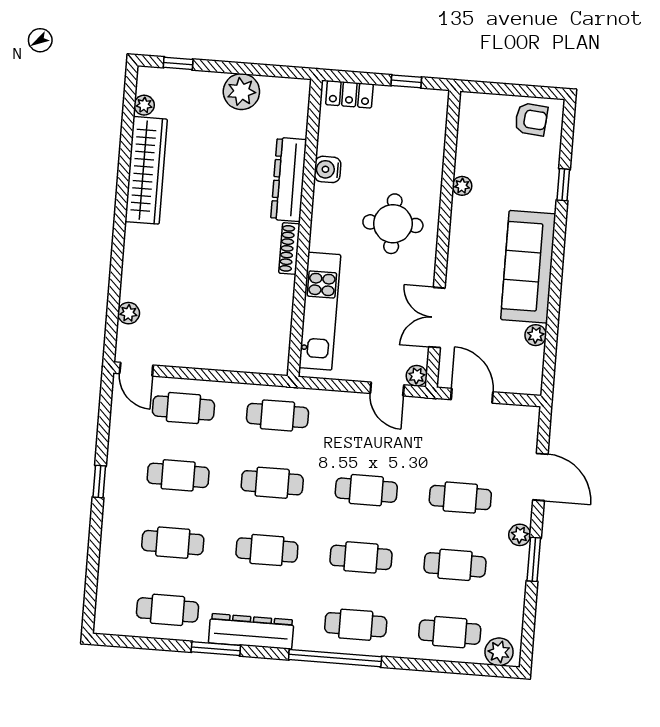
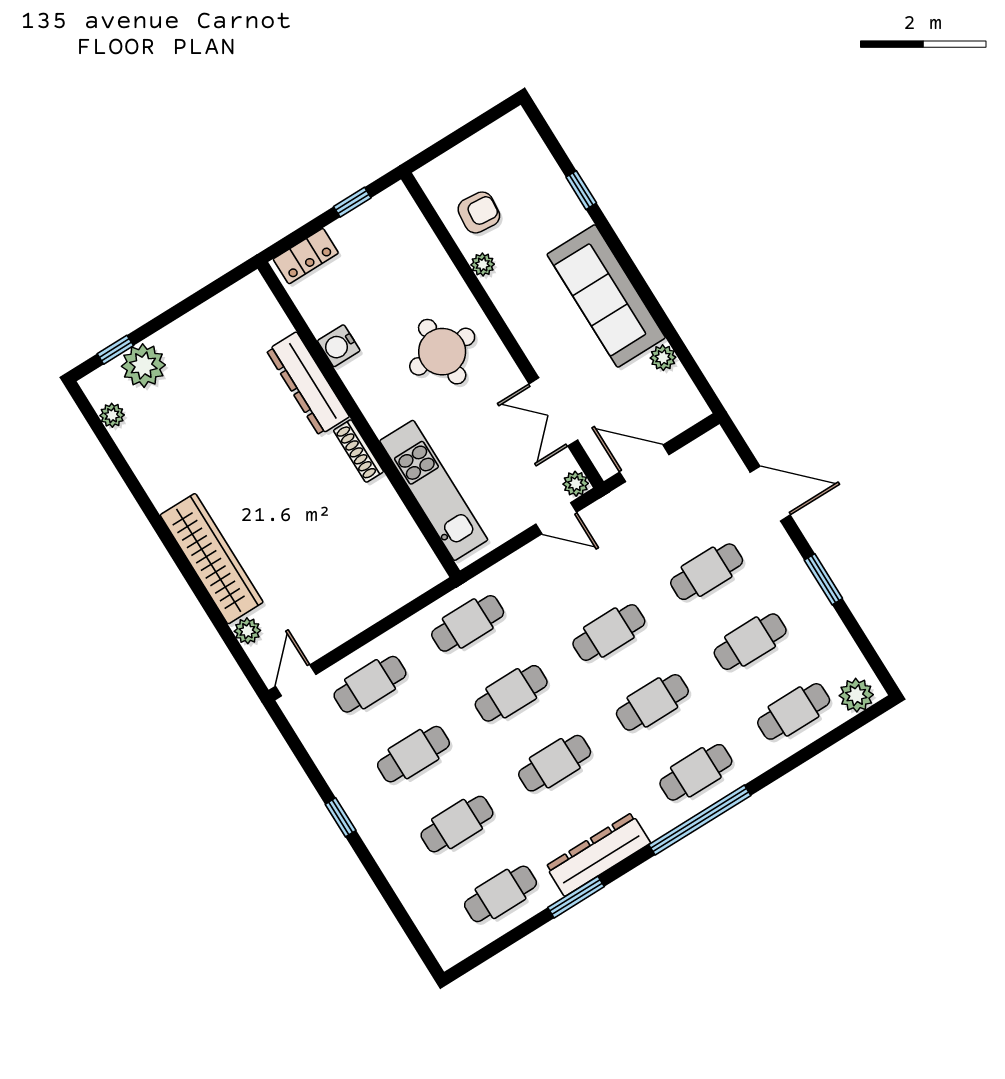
plant: (241, 92) -> (143, 366), moved
armchair: (531, 119) -> (479, 212), moved
wardrobe: (146, 170) -> (212, 559), moved
door: (136, 369) -> (296, 680), swing flipped
plant: (520, 535) -> (792, 565), removed

